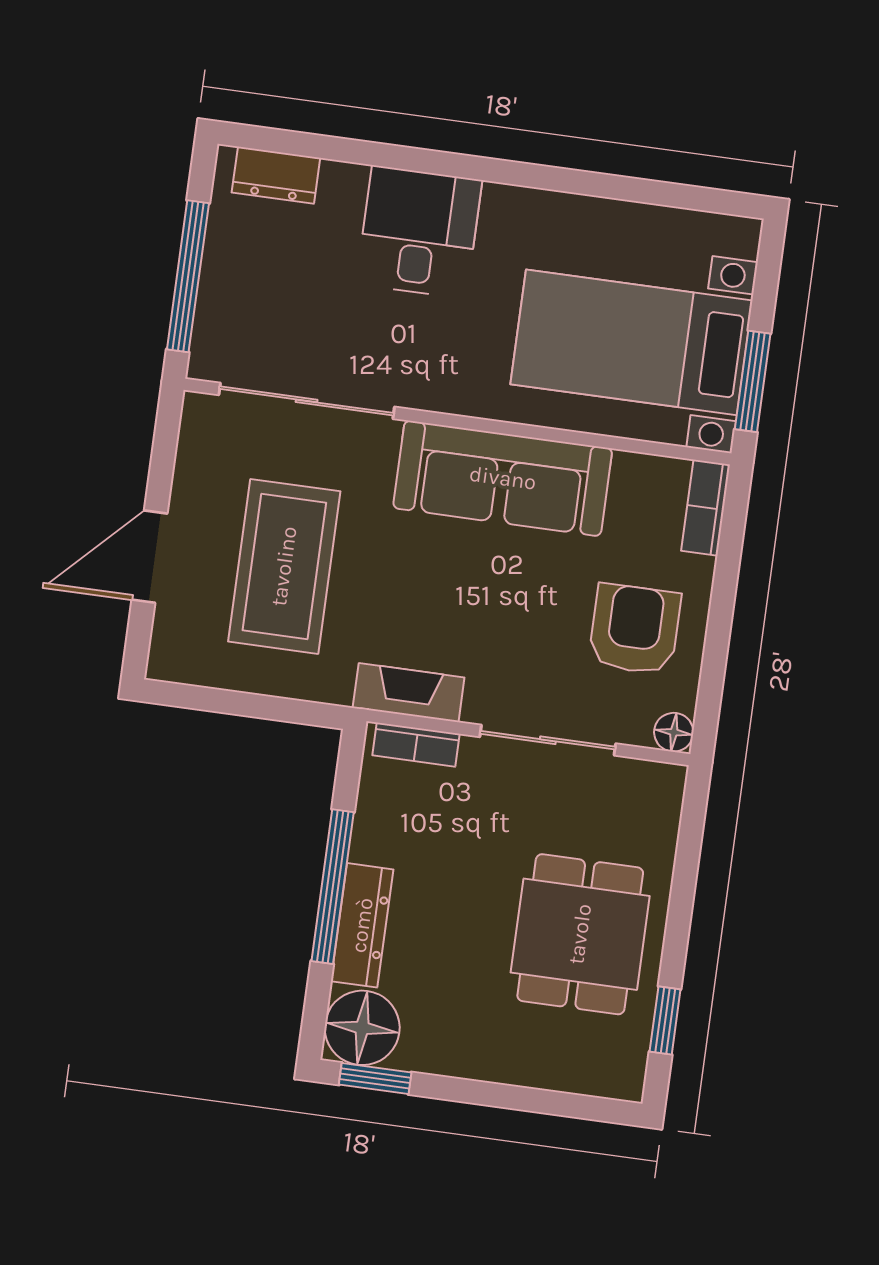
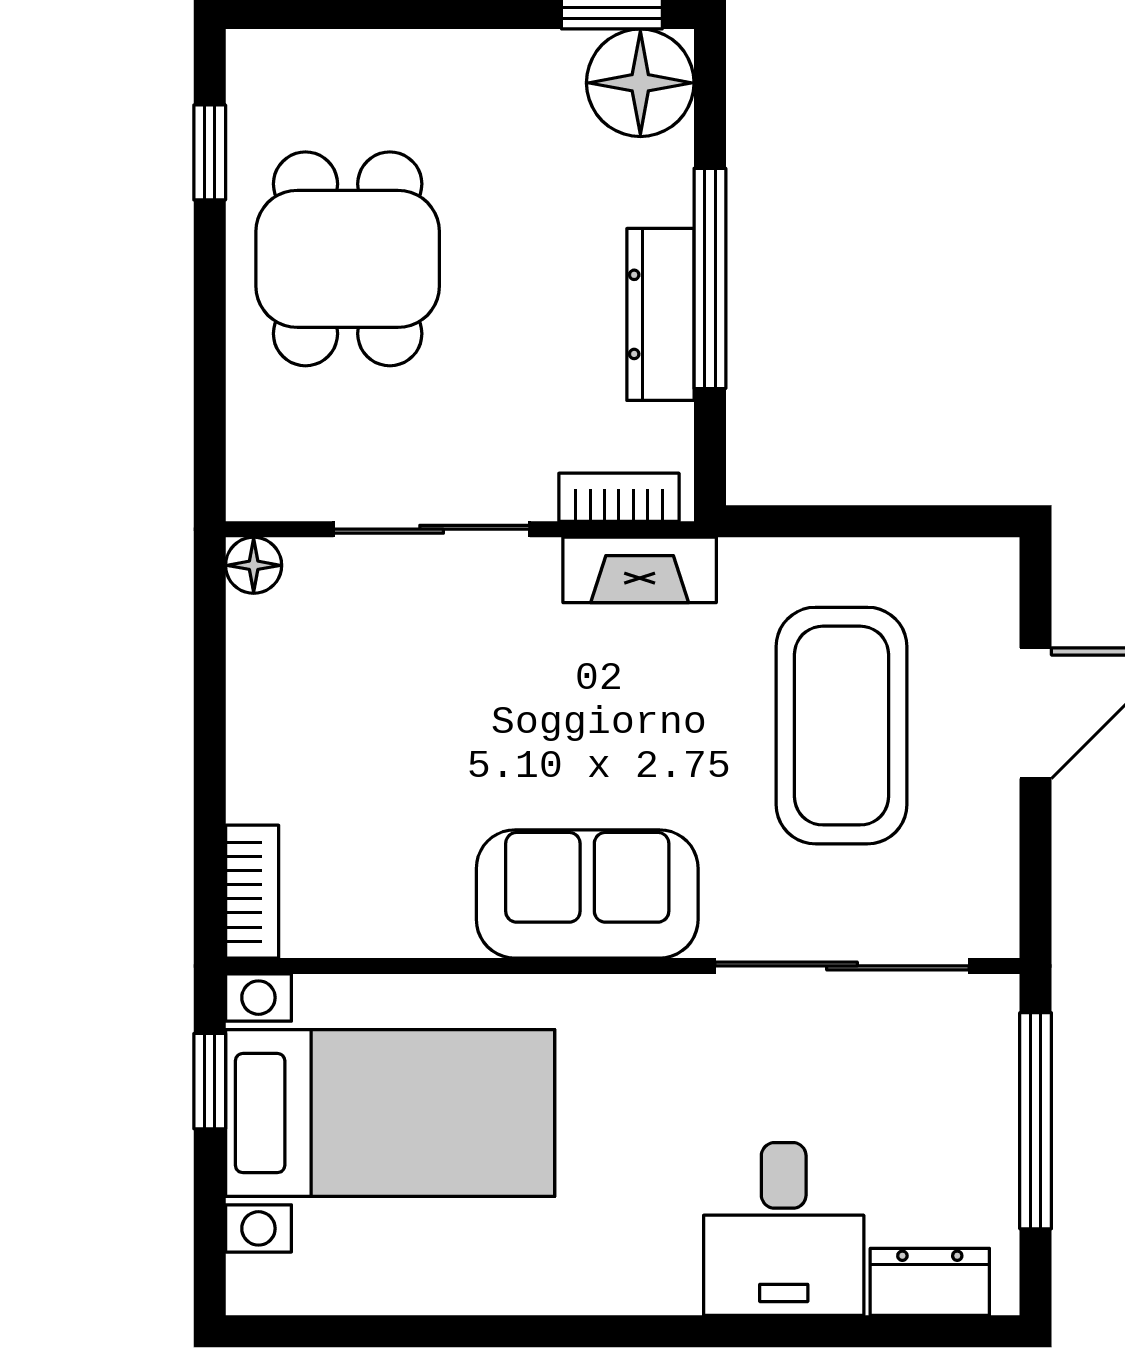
desk: (419, 232) -> (784, 1229), moved
window: (753, 381) -> (210, 1081), width x0.67
sofa: (503, 478) -> (587, 894), width x0.73
armchair: (635, 629) -> (329, 705), removed
dresser: (362, 925) -> (660, 314), moved

